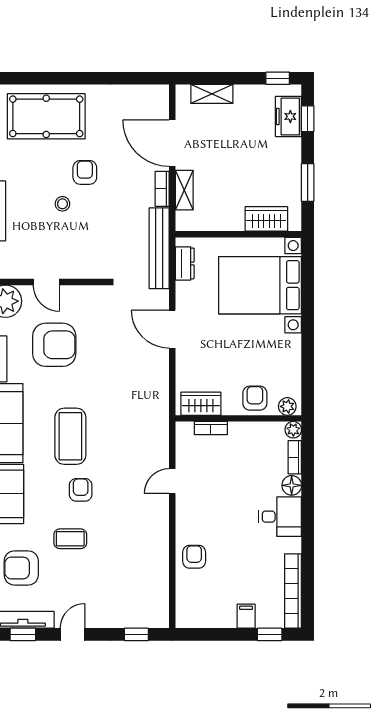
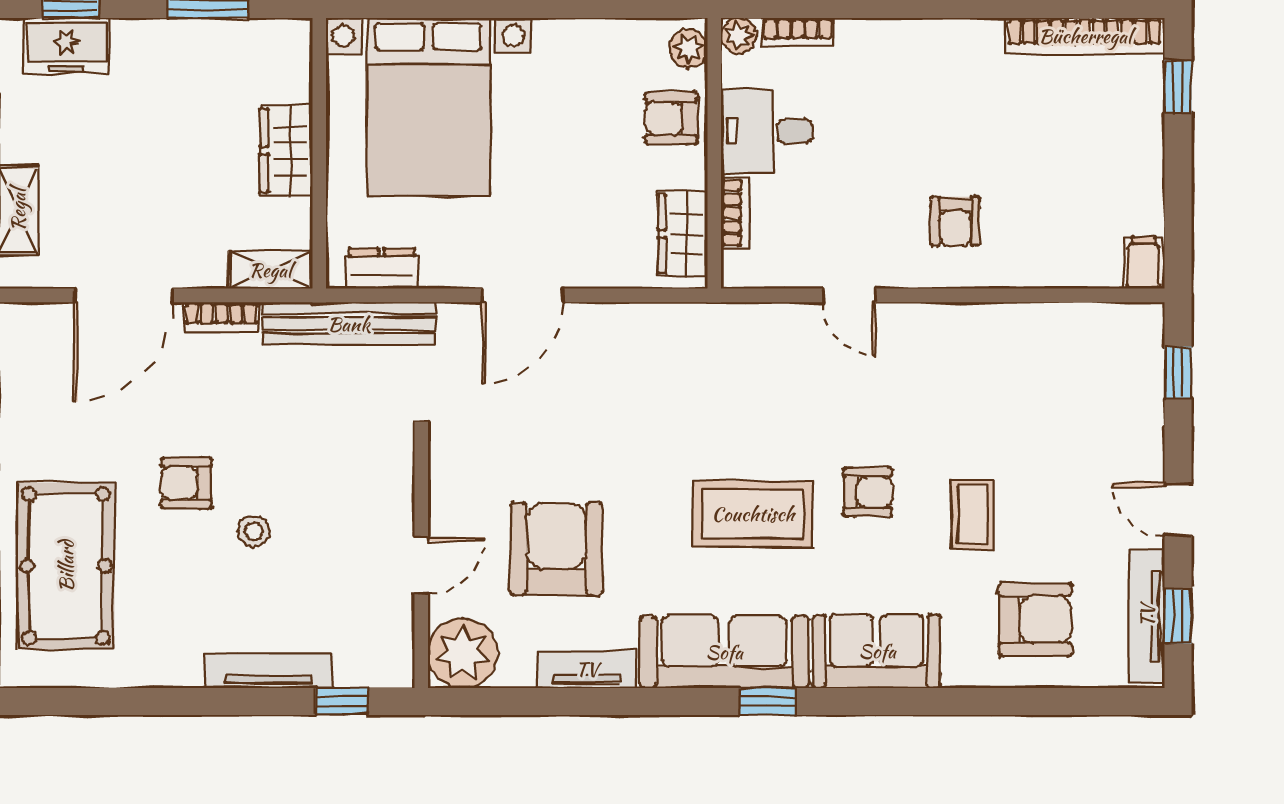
shelving: (184, 190) -> (270, 270), moved
wardrobe: (266, 219) -> (286, 150), moved
floor lamp: (292, 485) -> (858, 39), removed
armchair: (81, 490) -> (868, 492), turned 180
desk: (280, 517) -> (767, 131), moved, turned -90
armchair: (194, 557) -> (955, 221), moved, turned -90
armchair: (21, 568) -> (1035, 620), turned -90
filing cabinet: (246, 616) -> (1144, 263), moved, turned 90

